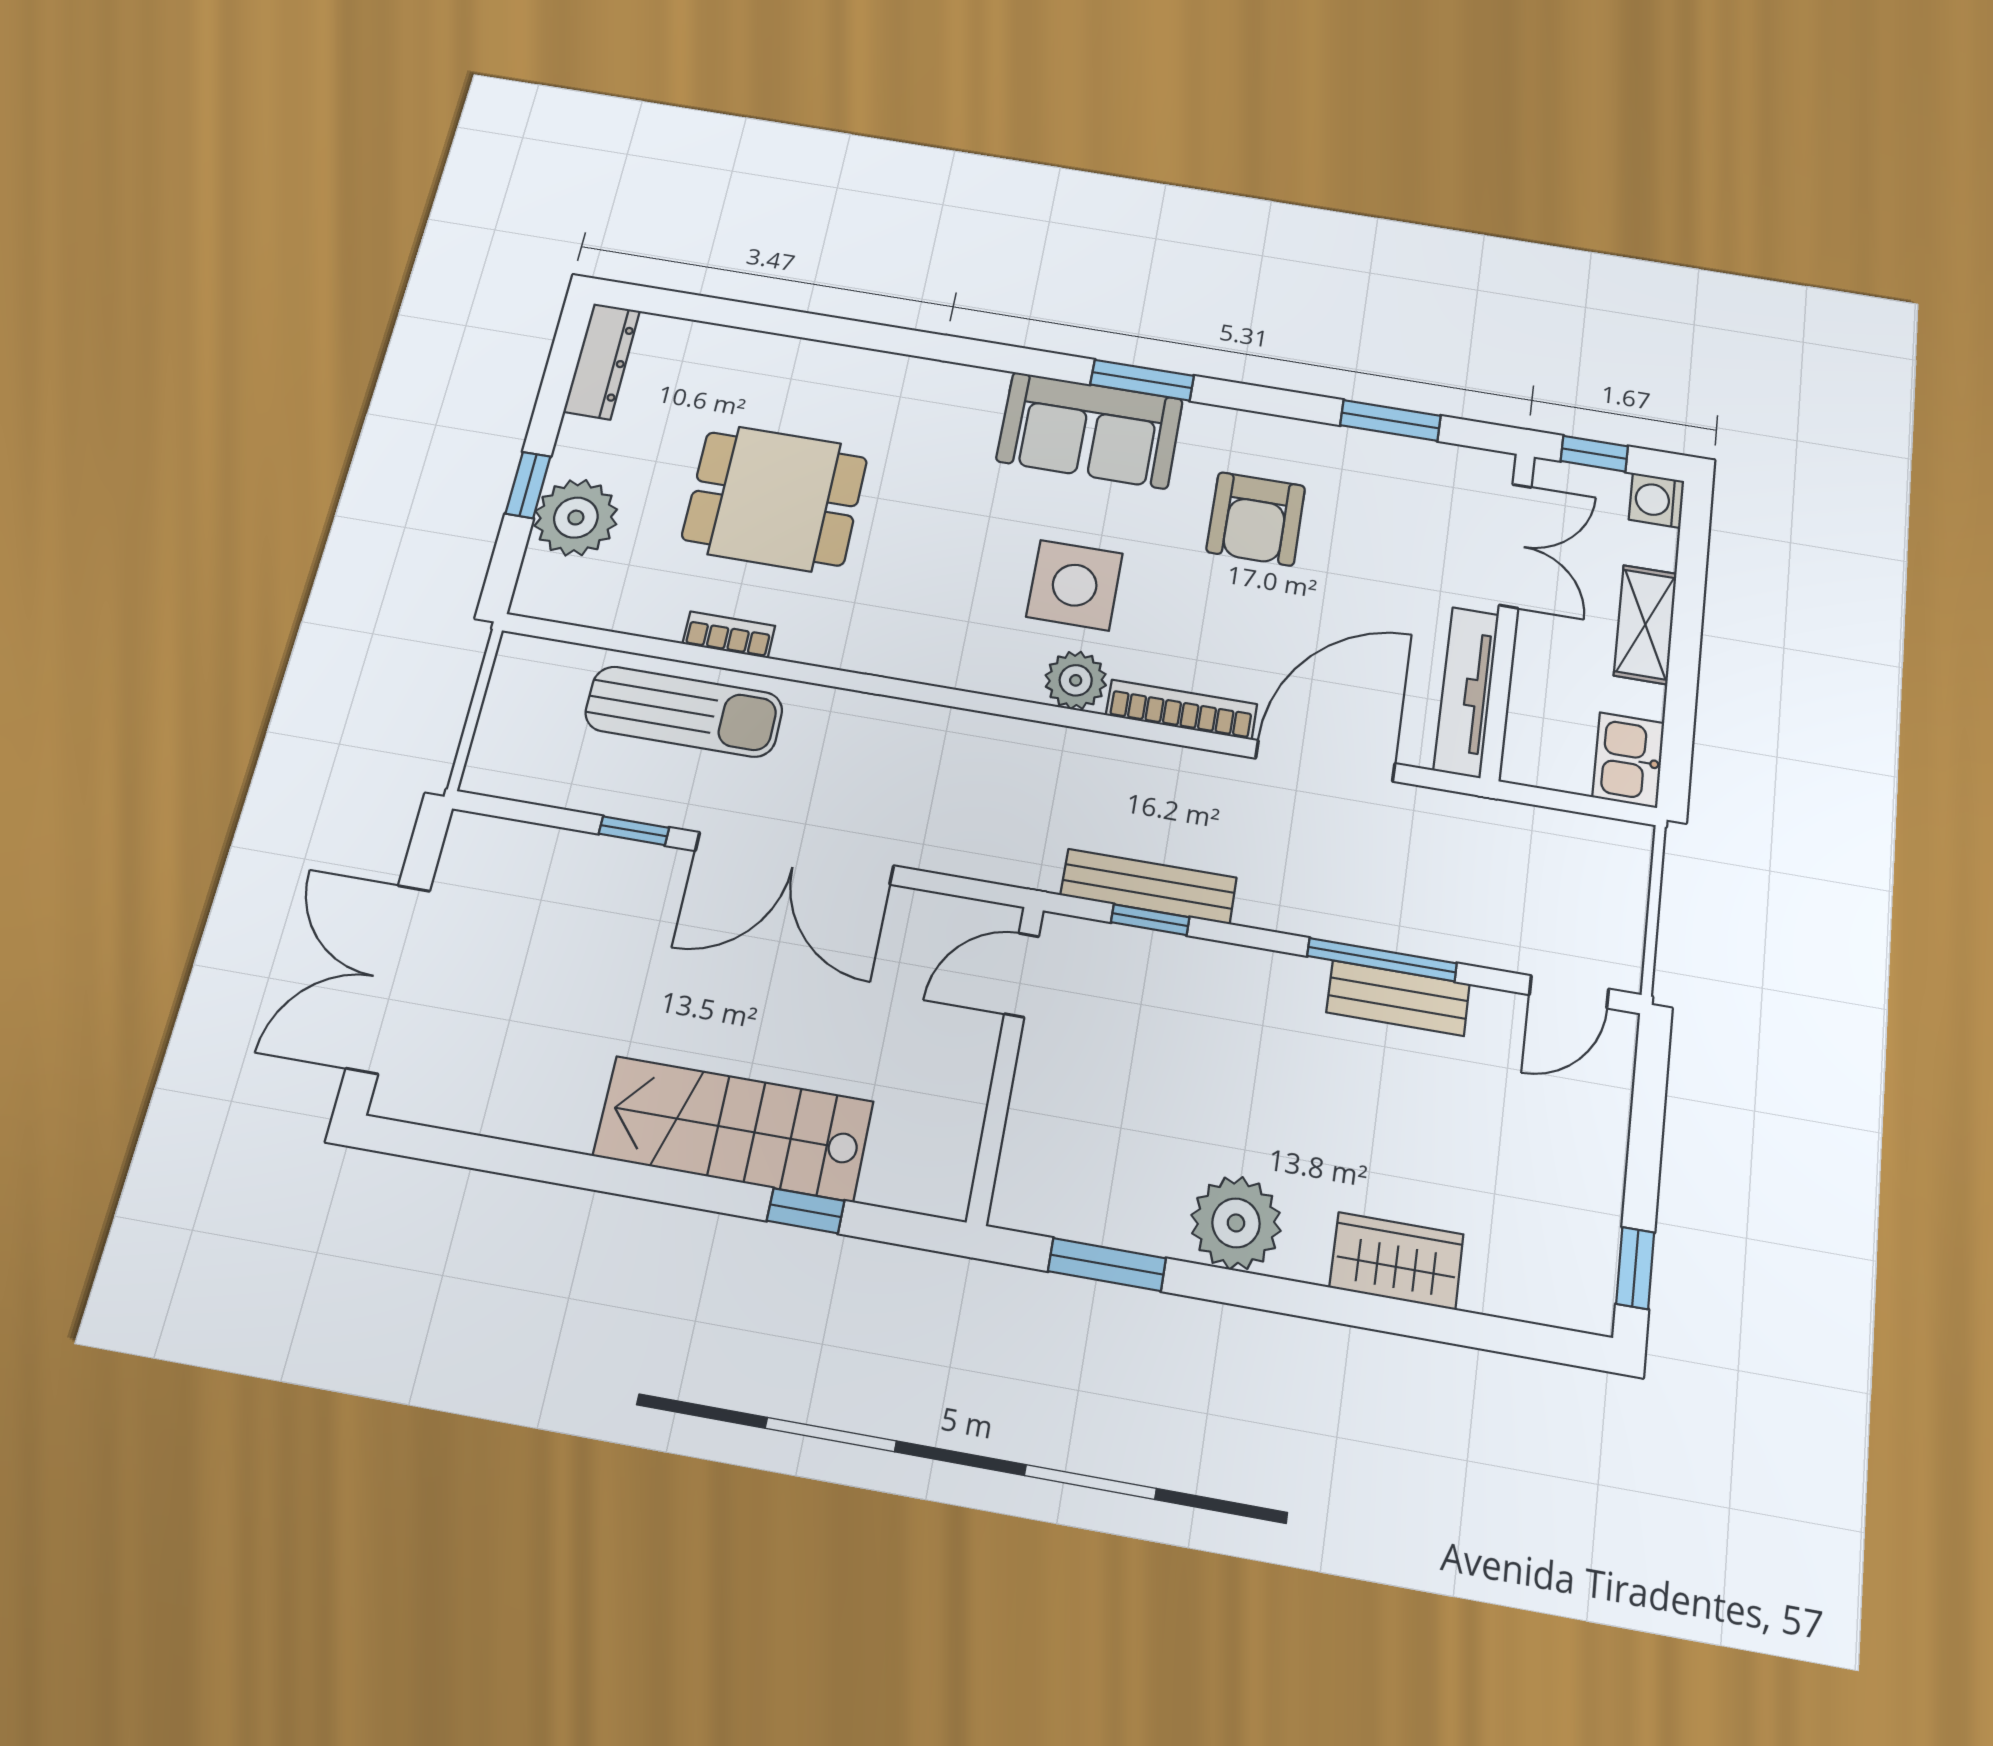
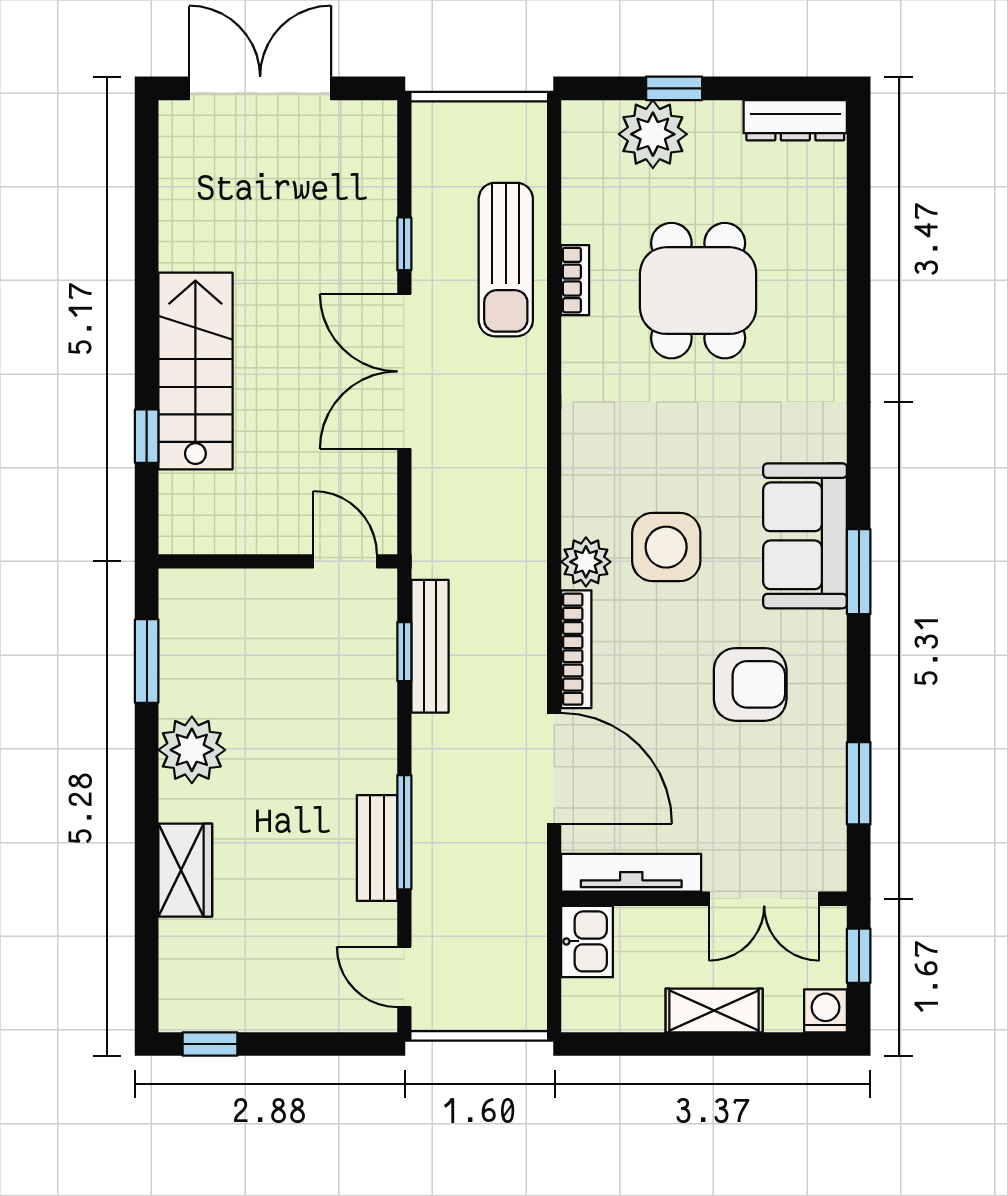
armchair: (1256, 519) -> (750, 684), turned 180
kitchen sink: (1628, 760) -> (587, 941), moved, turned 90

